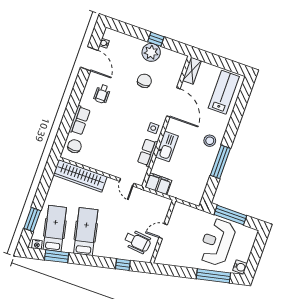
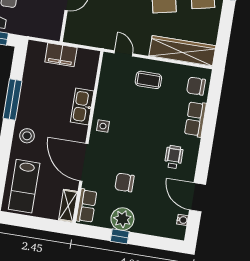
chair: (144, 81) -> (125, 182), turned 90
stool: (210, 141) -> (27, 136), moved
chair: (74, 146) -> (196, 86), turned 90
row of seats: (148, 153) -> (86, 206), moved
coffee table: (111, 158) -> (148, 80), added
filing cabinet: (158, 184) -> (61, 55), moved

